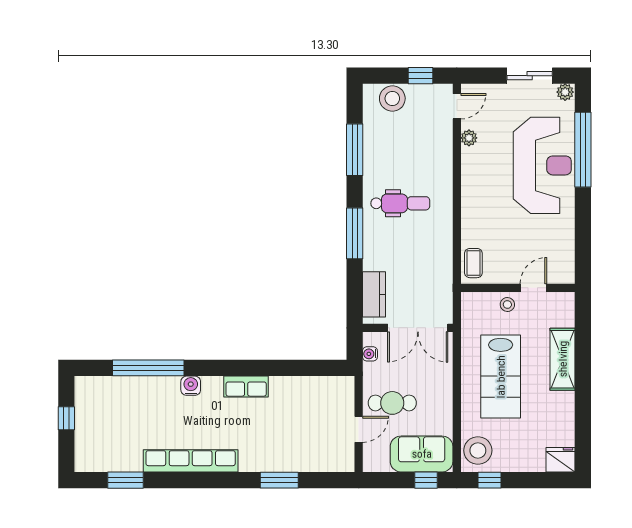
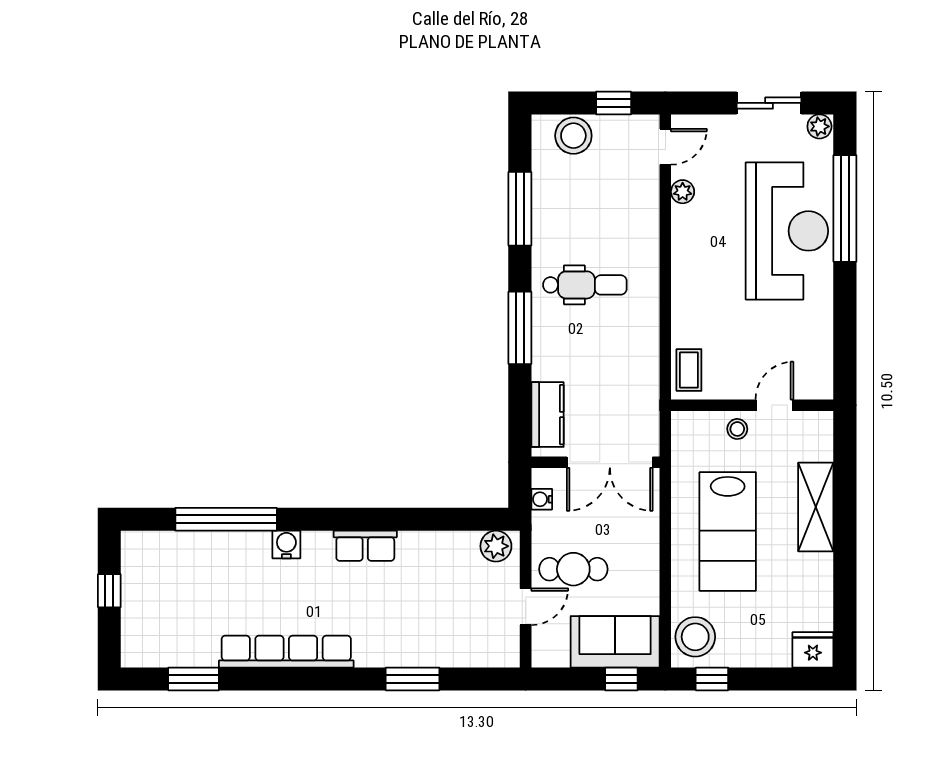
plant: (338, 387) -> (496, 546), added

